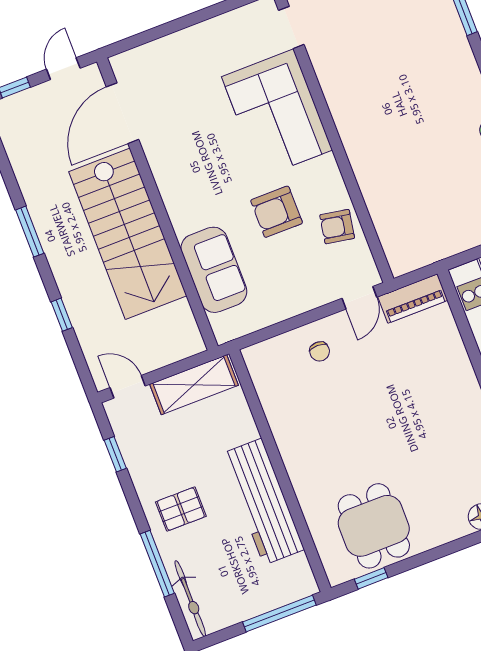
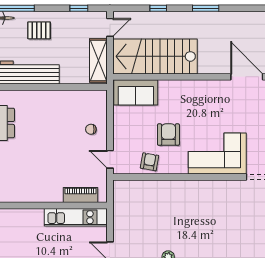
stairs: (128, 234) -> (155, 56), moved
sofa: (214, 270) -> (136, 92), moved
piano: (413, 298) -> (81, 195), moved, turned 90
pallet: (181, 509) -> (39, 30), turned 90

